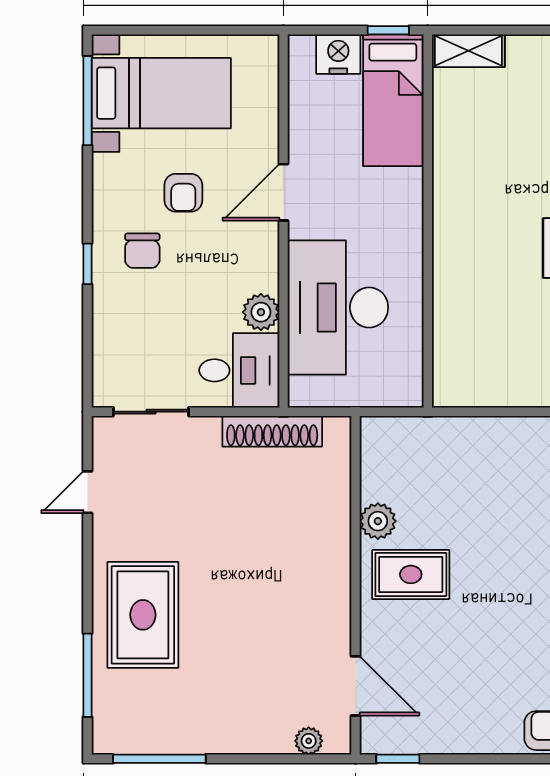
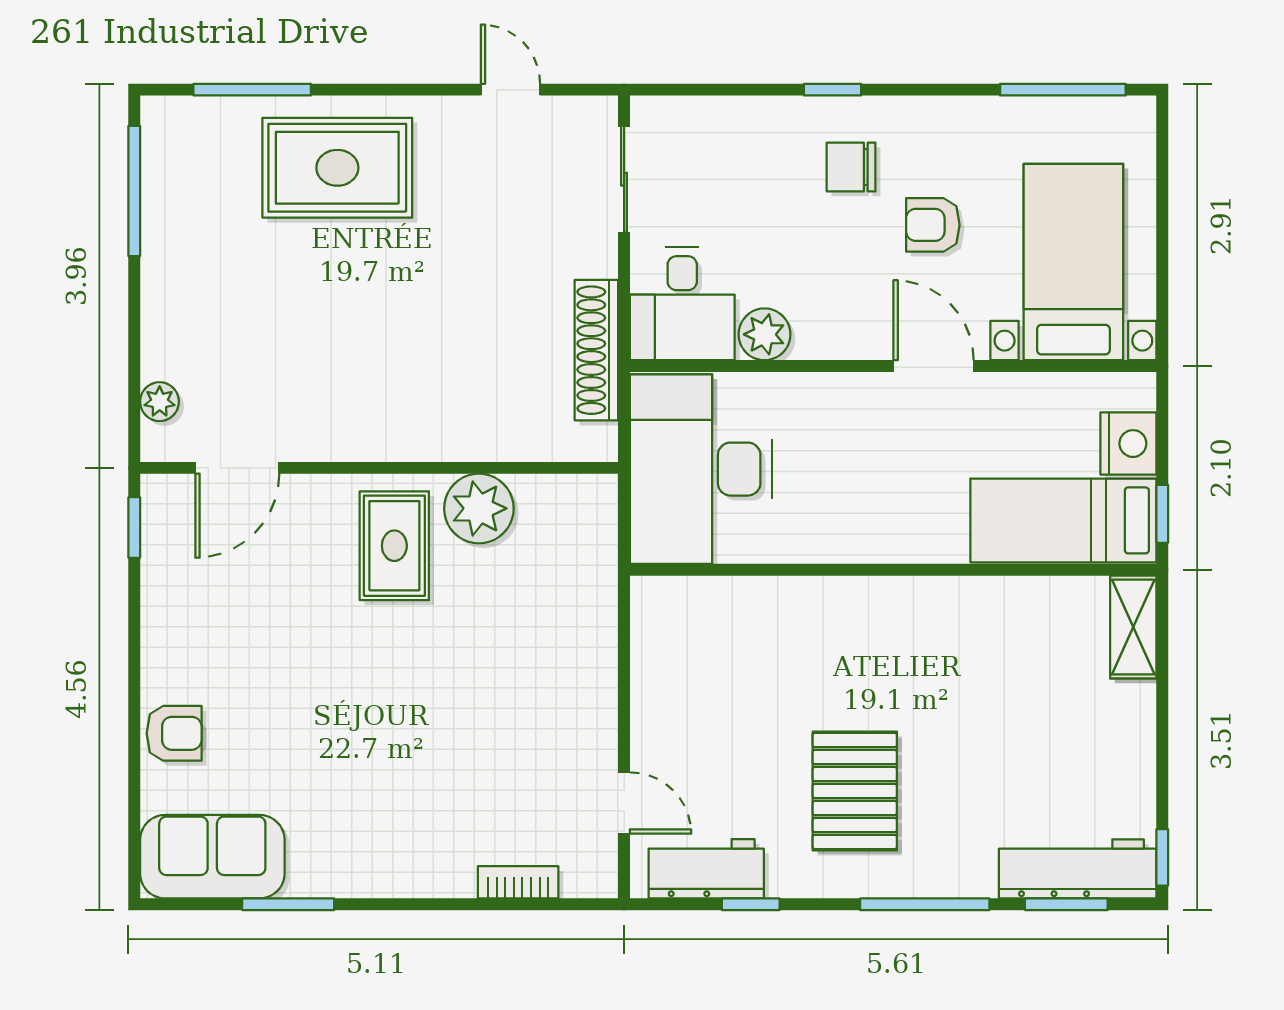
bed with nightstands: (161, 93) -> (1073, 262), moved, turned 180
desk: (338, 308) -> (701, 469), moved, turned -90
plant: (378, 521) -> (479, 508), width x1.36, depth x1.36

